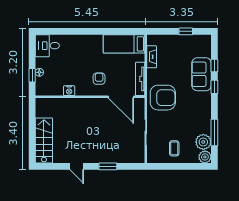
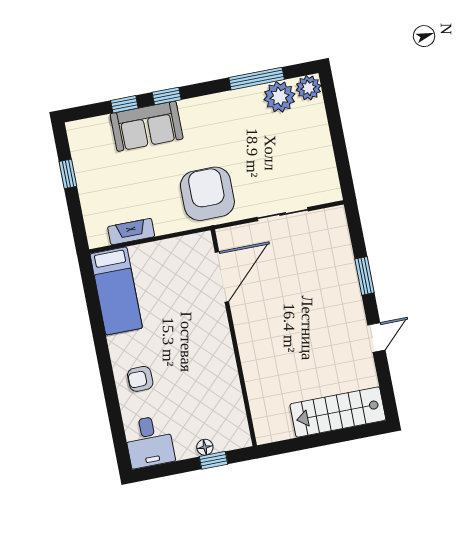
armchair: (99, 79) -> (140, 379), moved
tv unit: (140, 79) -> (179, 246), removed
nightstand: (69, 91) -> (230, 381), removed
coffee table: (174, 148) -> (303, 152), removed

